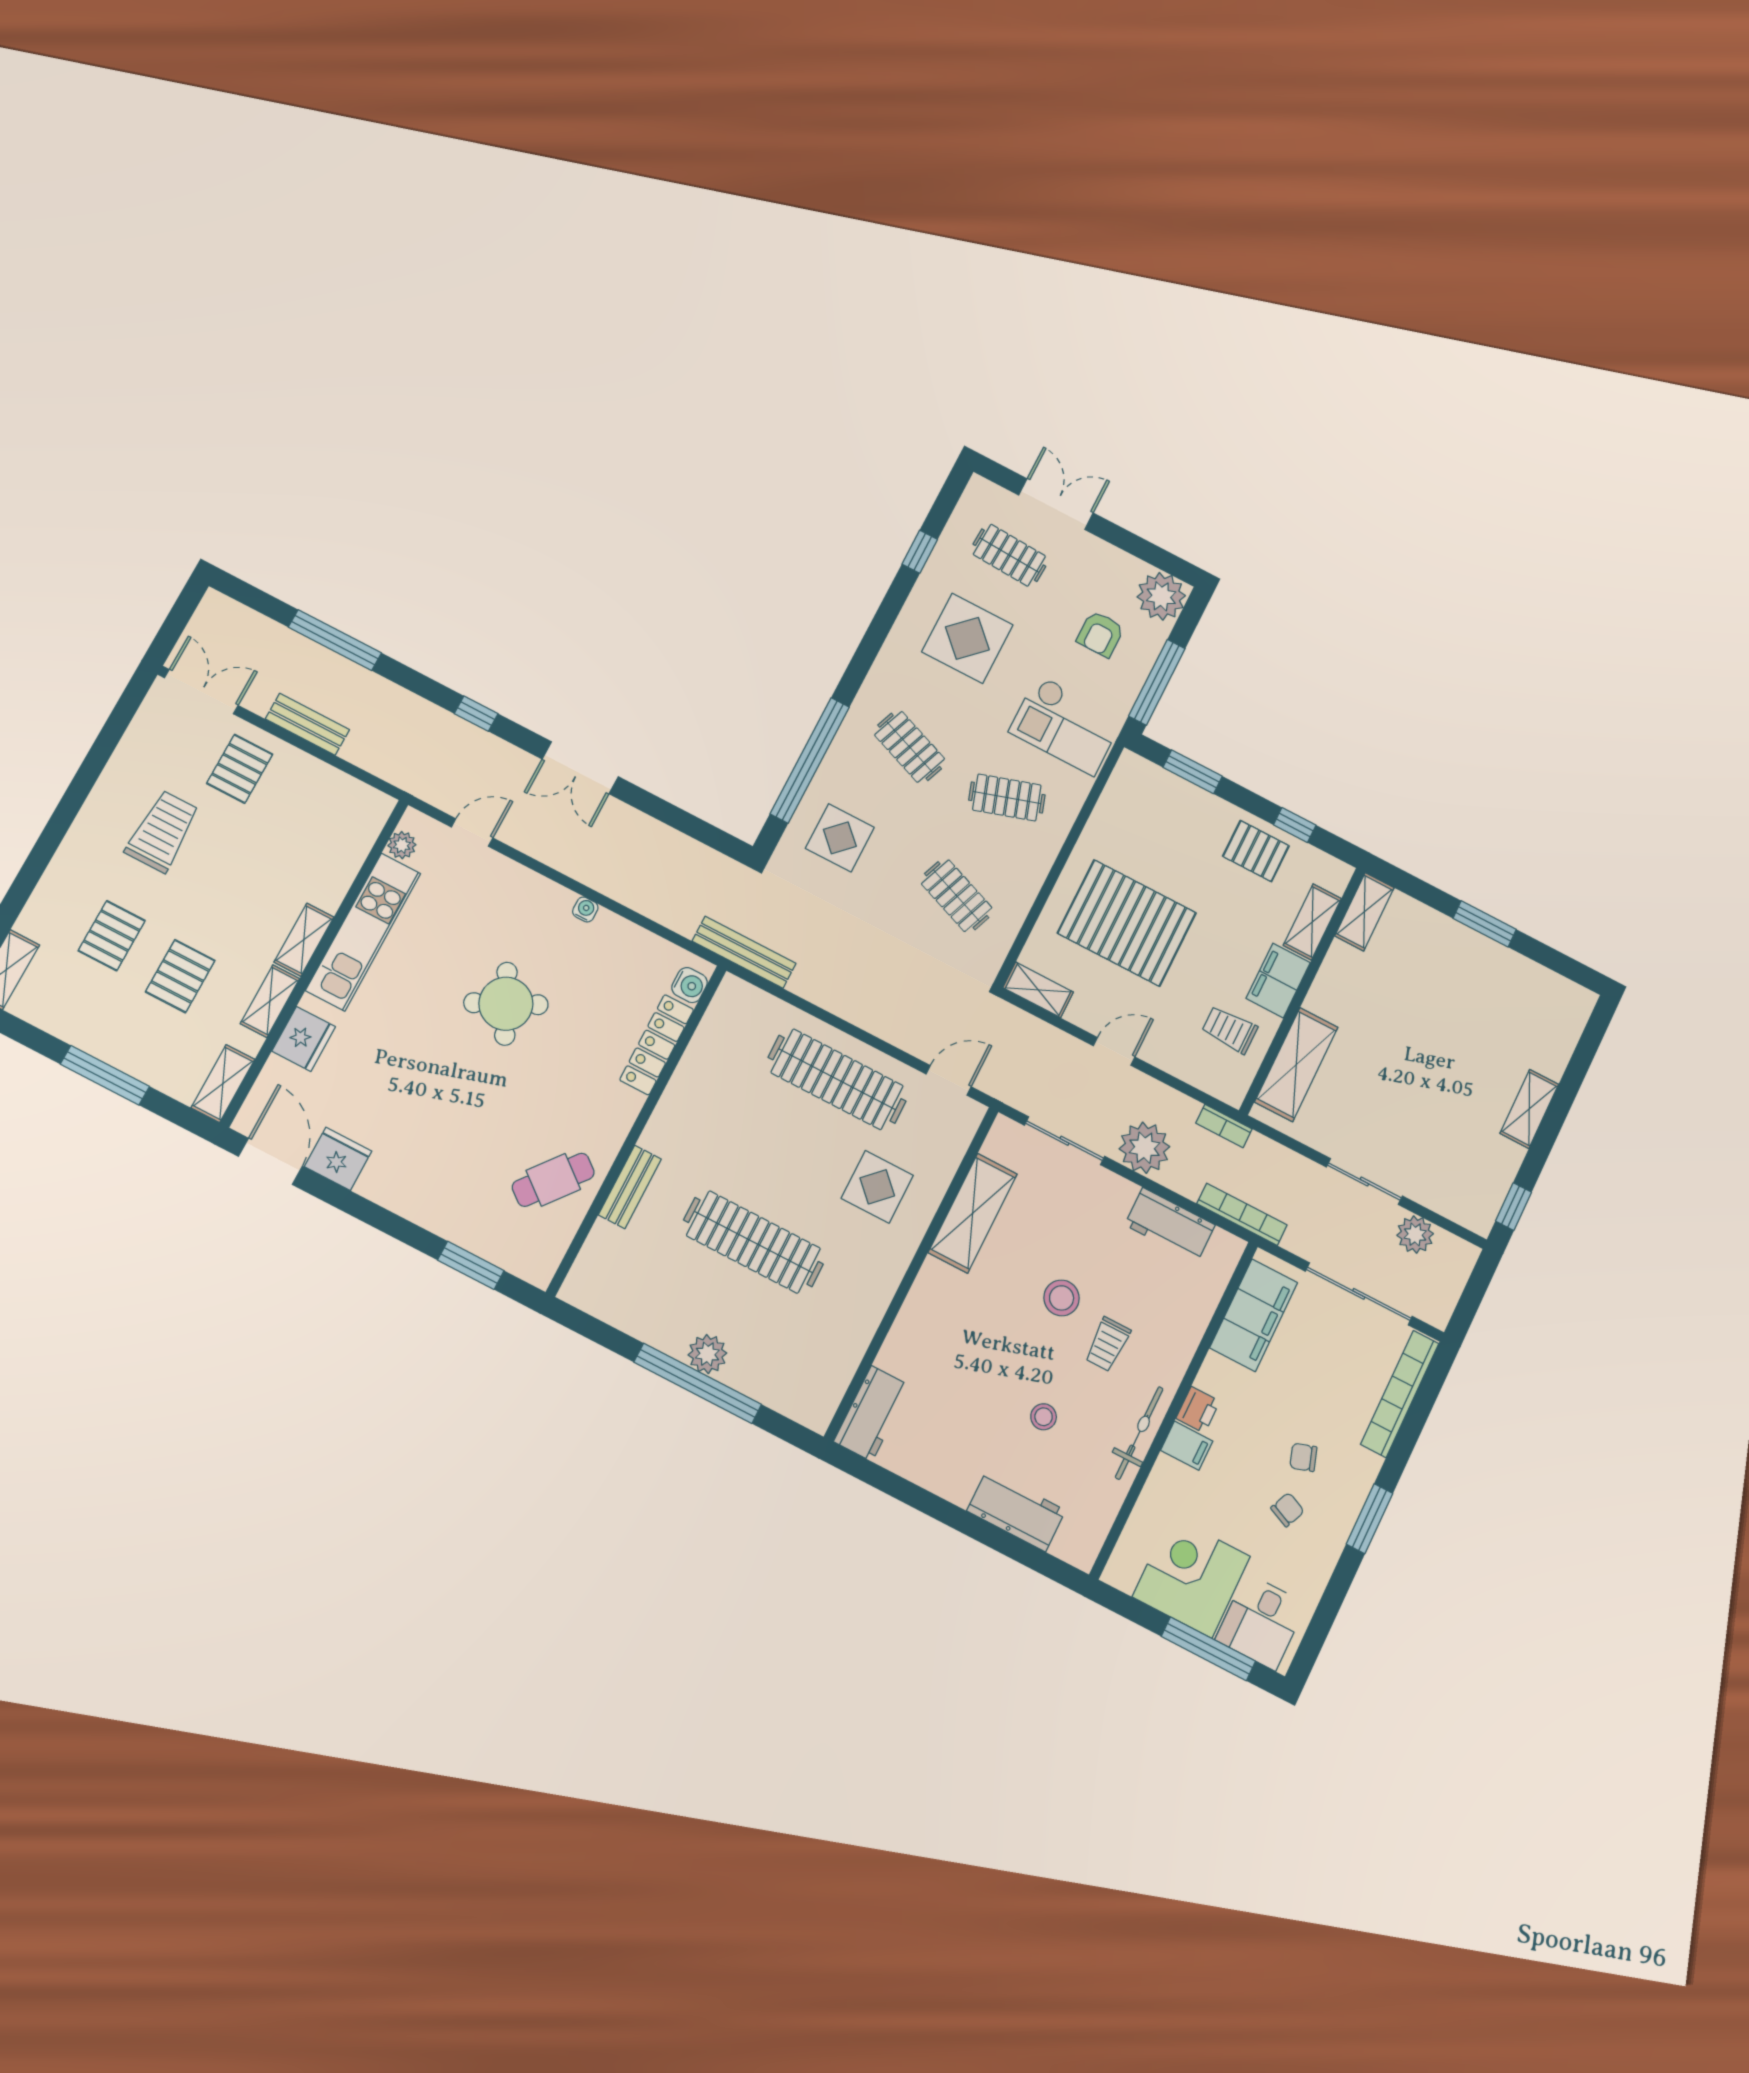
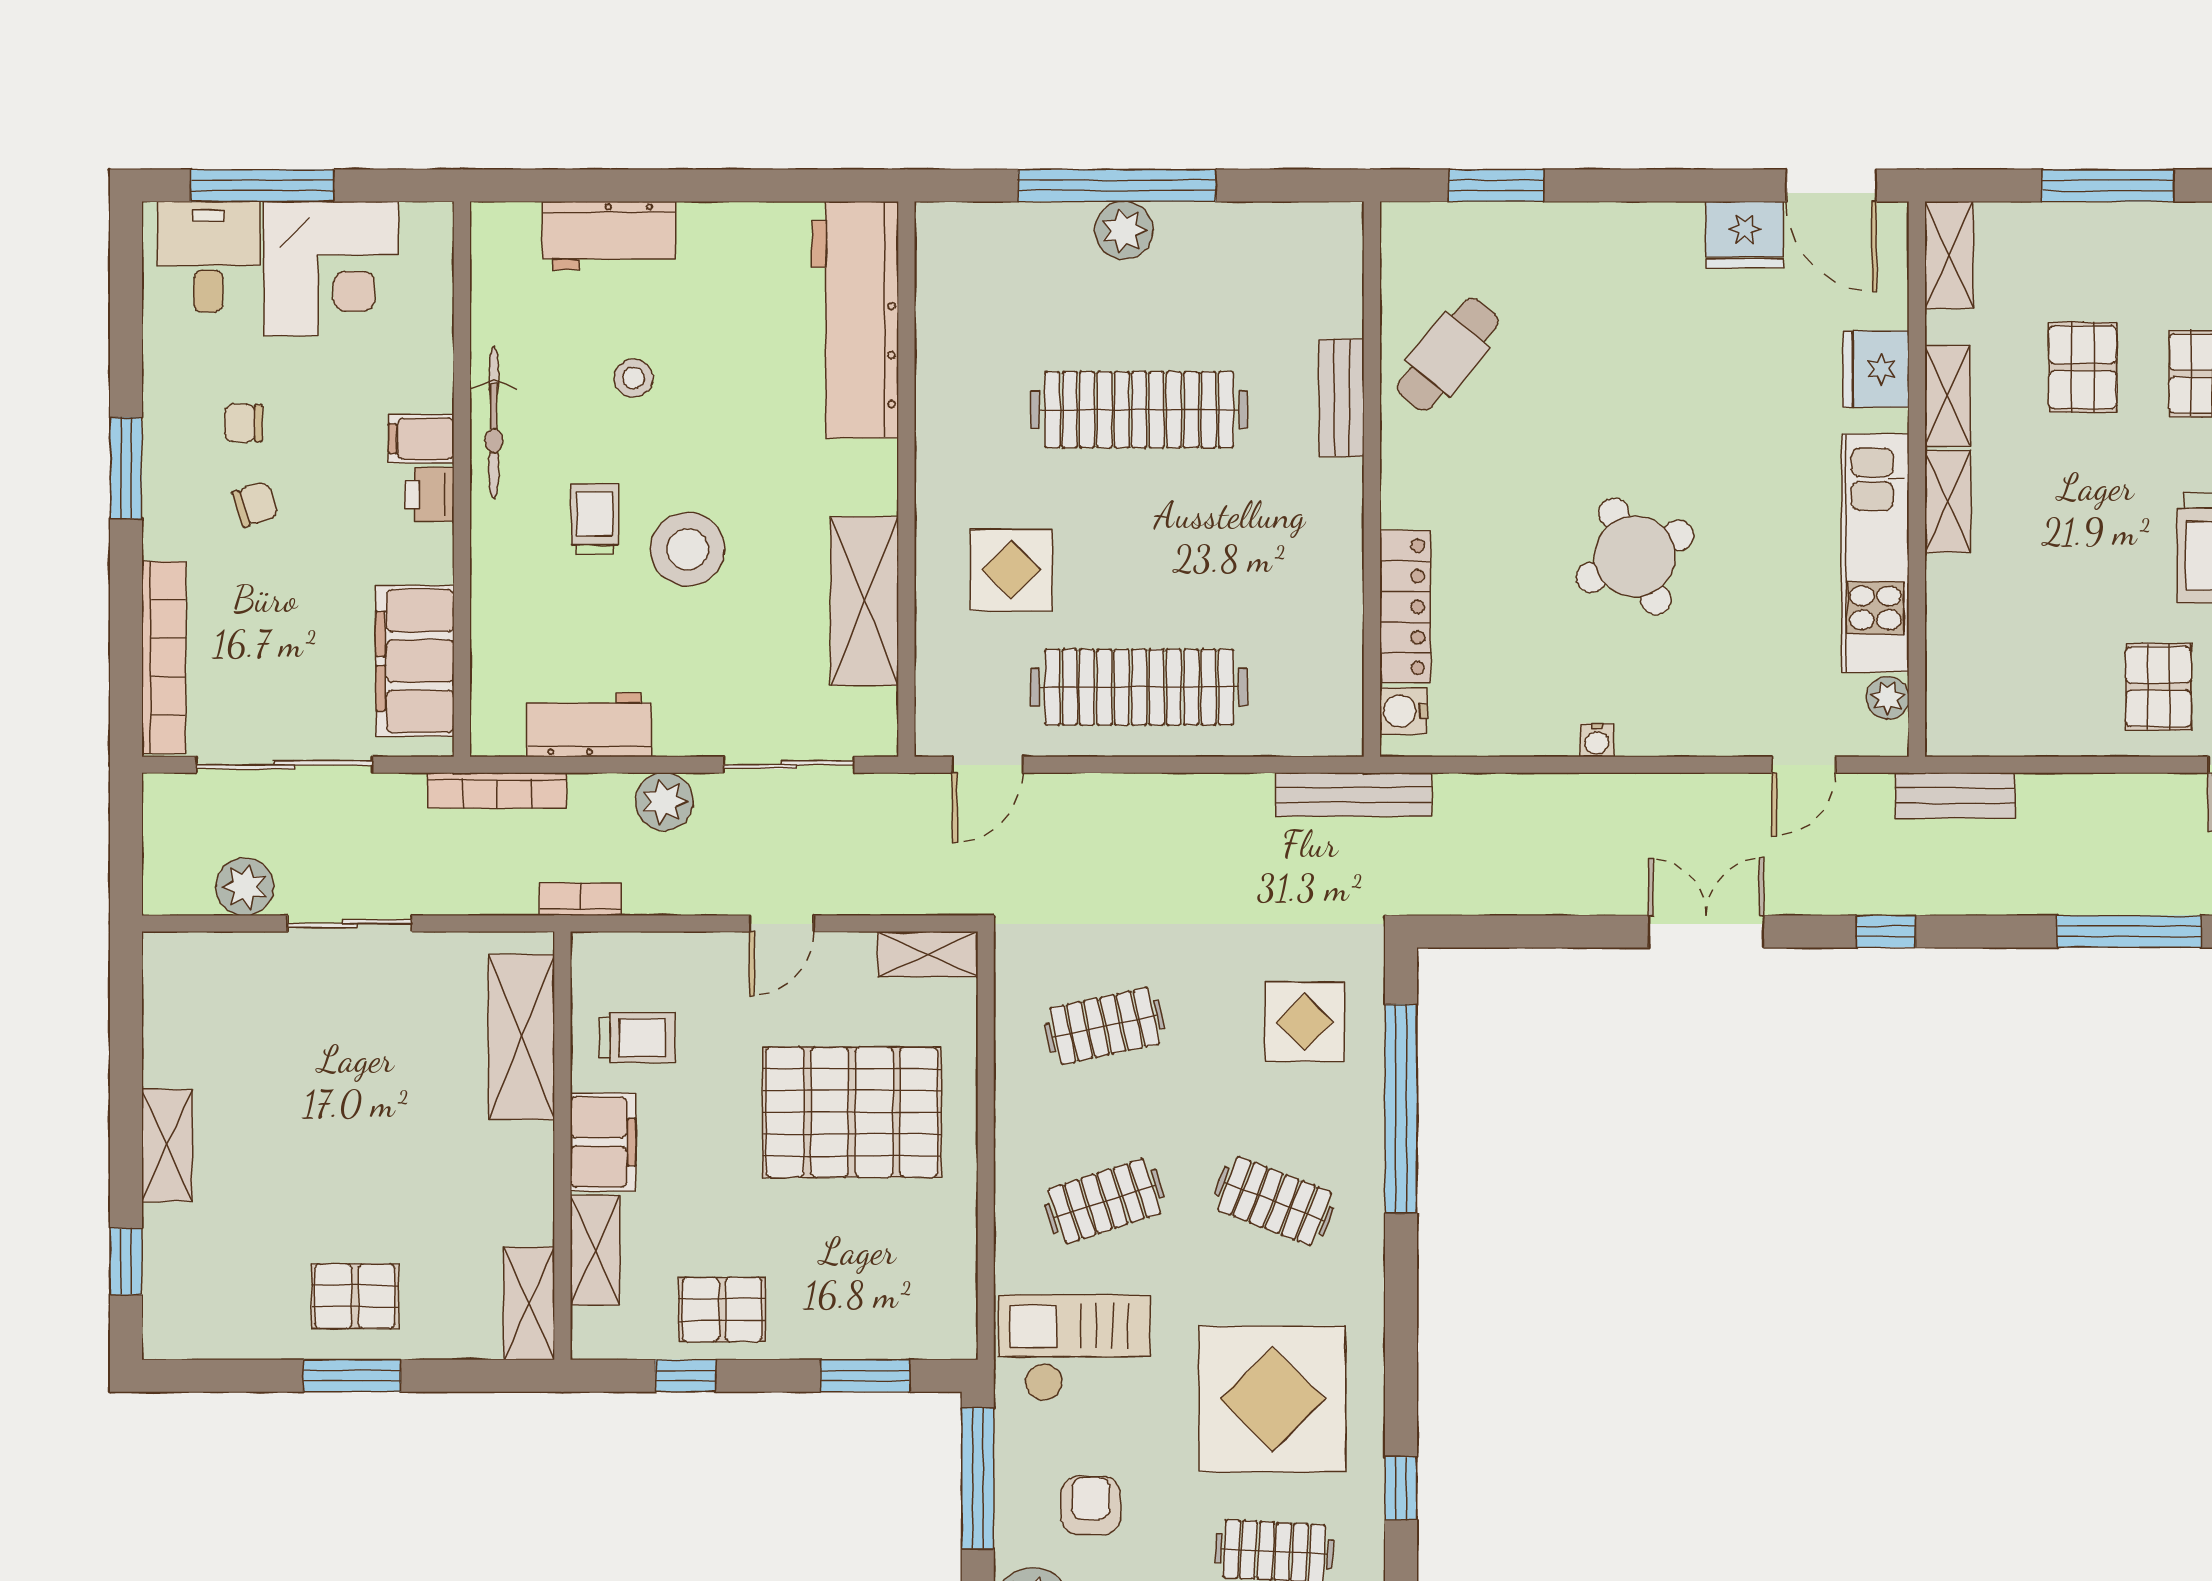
display table: (967, 638) -> (1272, 1399), width x1.36, depth x1.36
bench: (307, 724) -> (1955, 796), moved
clothes rail: (957, 896) -> (1105, 1026), turned -33
pallet: (1462, 968) -> (355, 1296), added
plant: (1144, 1148) -> (664, 802), width x0.73, depth x0.73
window: (1514, 1207) -> (126, 1261), moved
stool: (1062, 1298) -> (688, 549), width x1.38, depth x1.38
workbench: (872, 1414) -> (855, 320), width x1.88, depth x1.32
chair: (1287, 1510) -> (243, 423), turned 66

